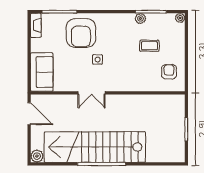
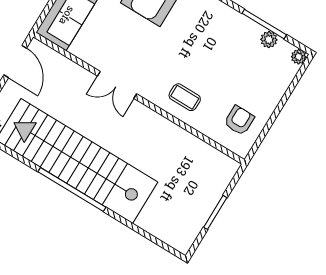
plant: (140, 18) -> (269, 40), moved
coffee table: (149, 46) -> (185, 97), moved
side table: (98, 59) -> (153, 45), removed

